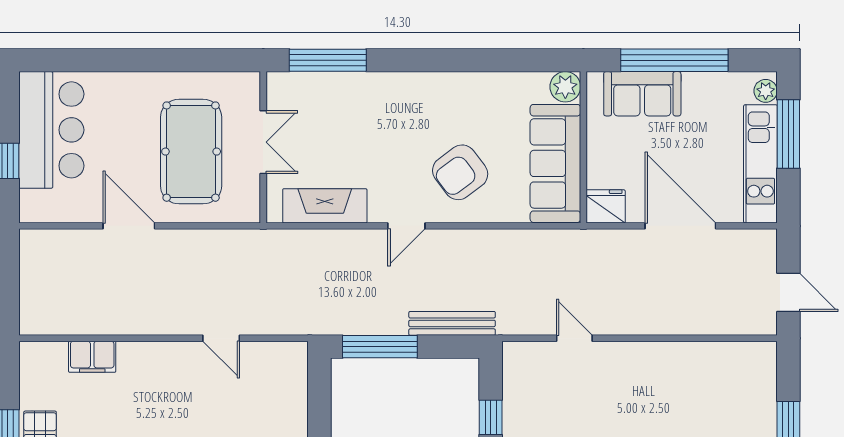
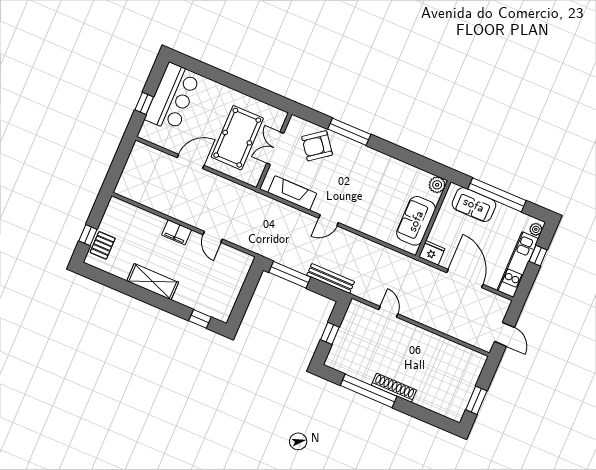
window: (328, 60) -> (349, 132), moved
window: (788, 134) -> (538, 256), width x0.46
double door: (263, 142) -> (275, 148), swing flipped
sofa: (555, 163) -> (416, 221), width x0.73
armchair: (460, 172) -> (317, 146), moved
door: (129, 226) -> (191, 161), hinge flipped
filing cabinet: (92, 357) -> (177, 232), moved

